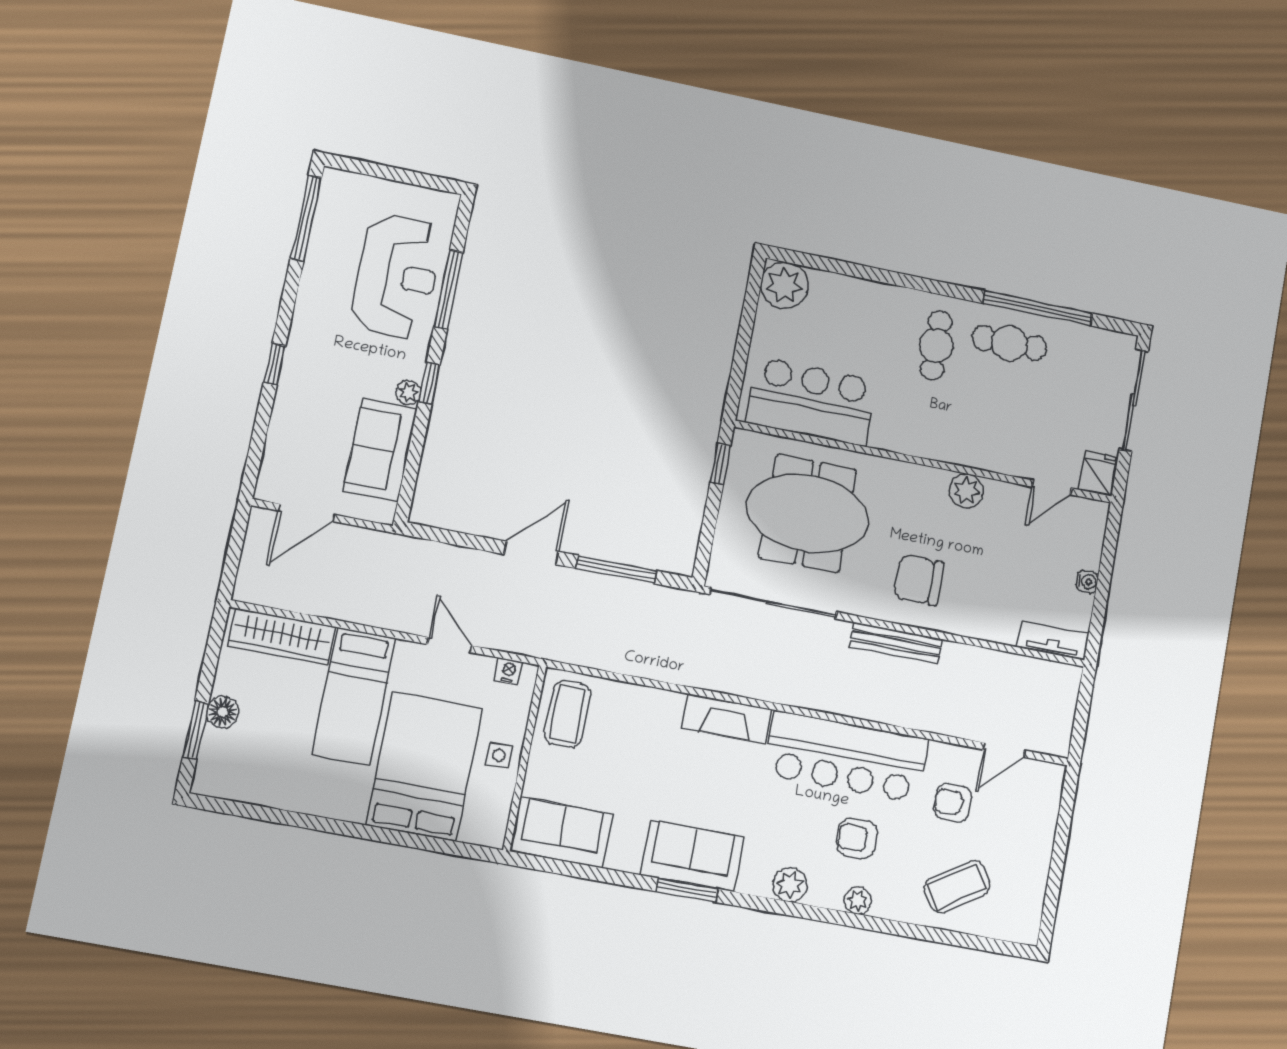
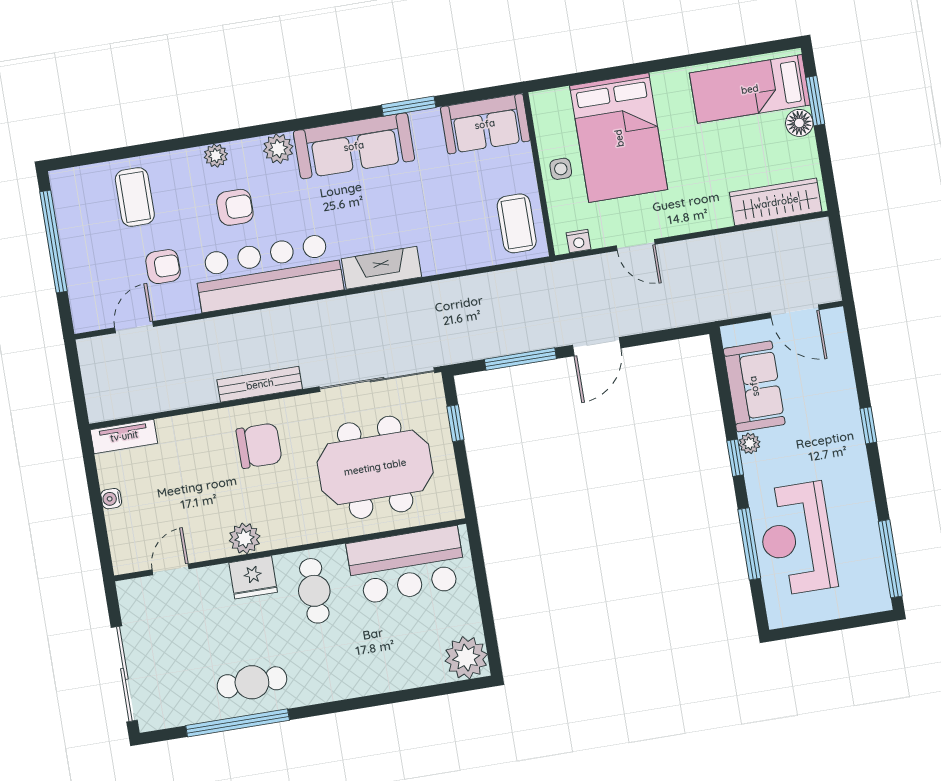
cafe table: (936, 345) -> (314, 591), moved
window: (720, 464) -> (455, 423), moved
fridge: (1099, 474) -> (253, 577), moved, width x1.38
door: (306, 513) -> (795, 311), swing flipped
bed: (354, 696) -> (750, 89), moved, turned -90
sofa: (692, 856) -> (354, 146), width x1.36
window: (1056, 870) -> (53, 241), added
coffee table: (957, 887) -> (135, 197), turned -57
window: (687, 890) -> (409, 106), moved

